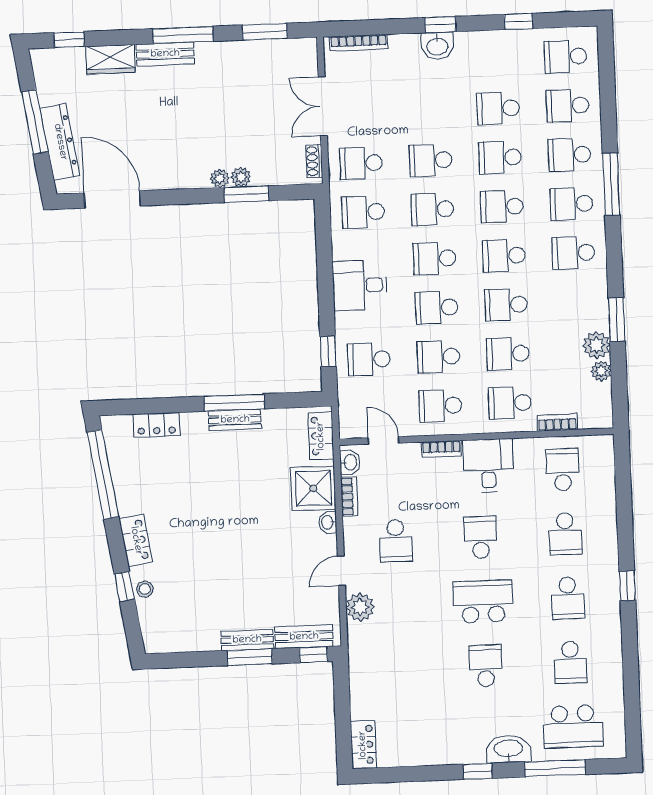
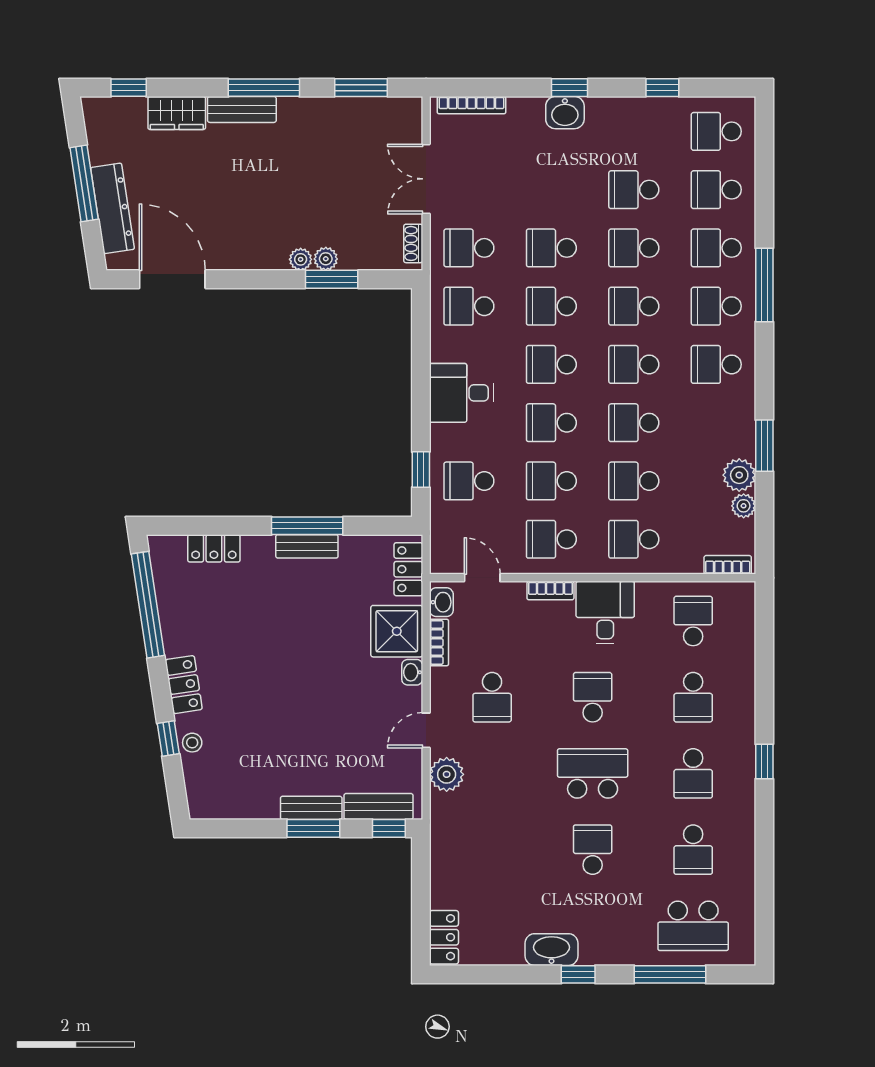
bookcase: (557, 423) -> (728, 565), moved
washbasin: (508, 749) -> (551, 950), moved

